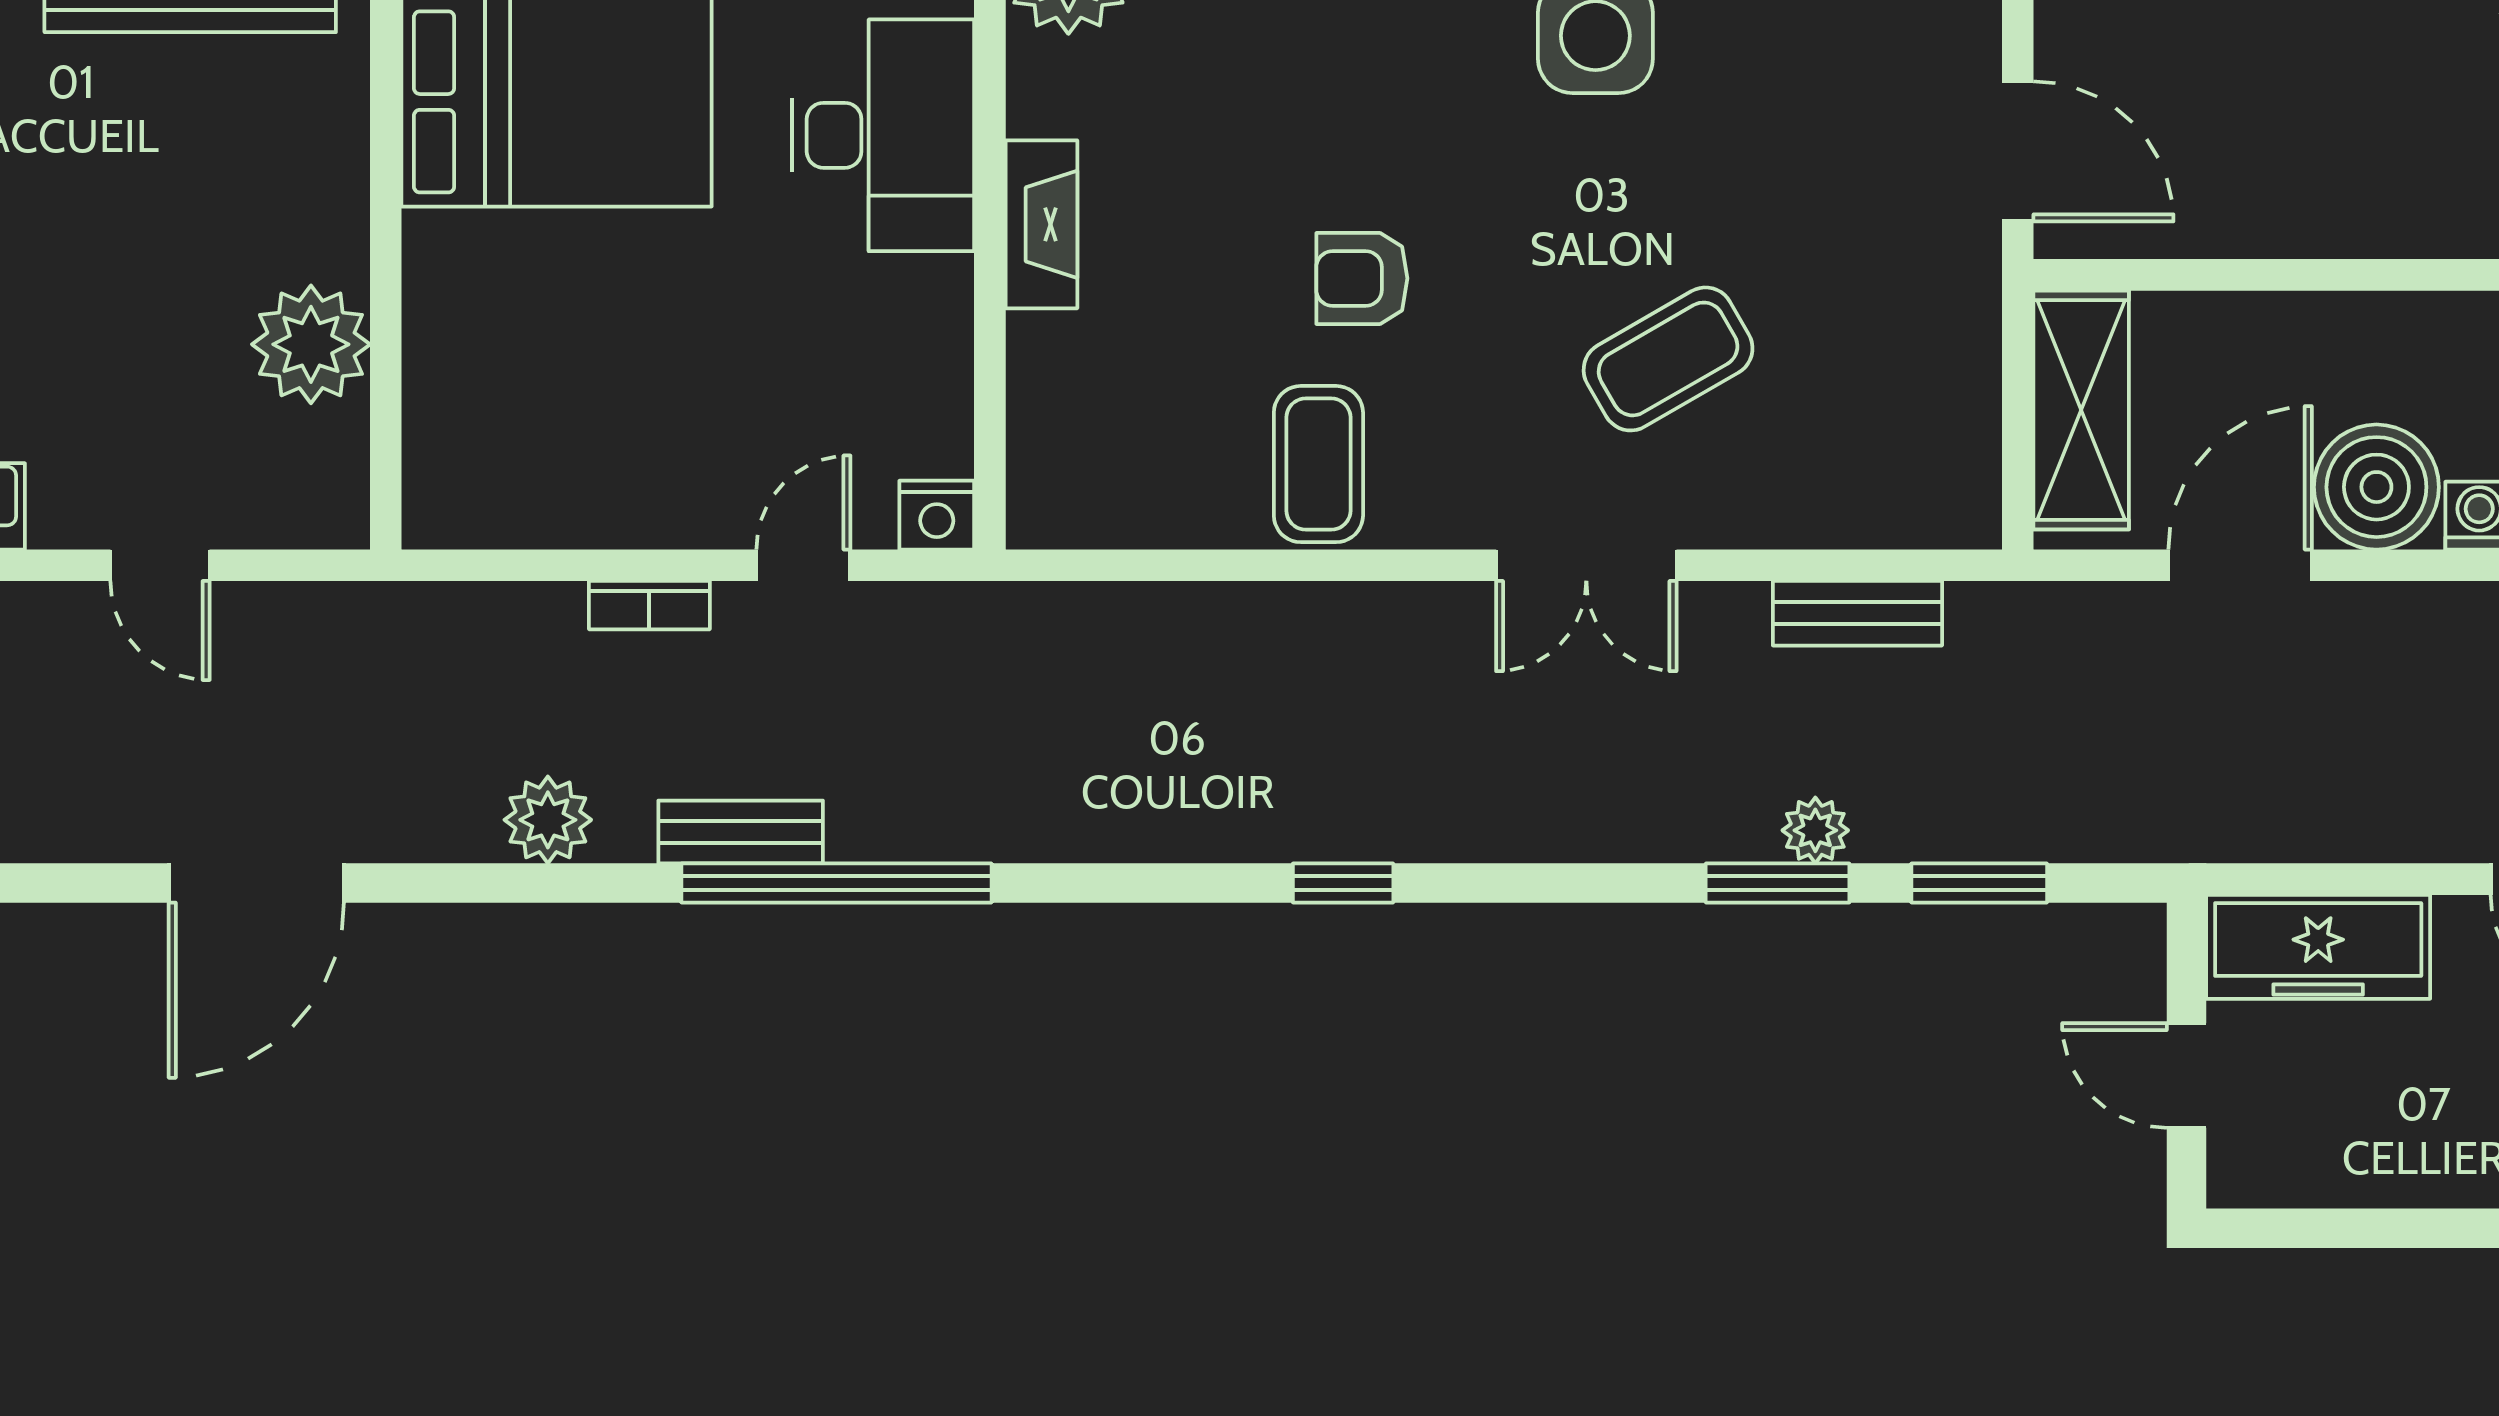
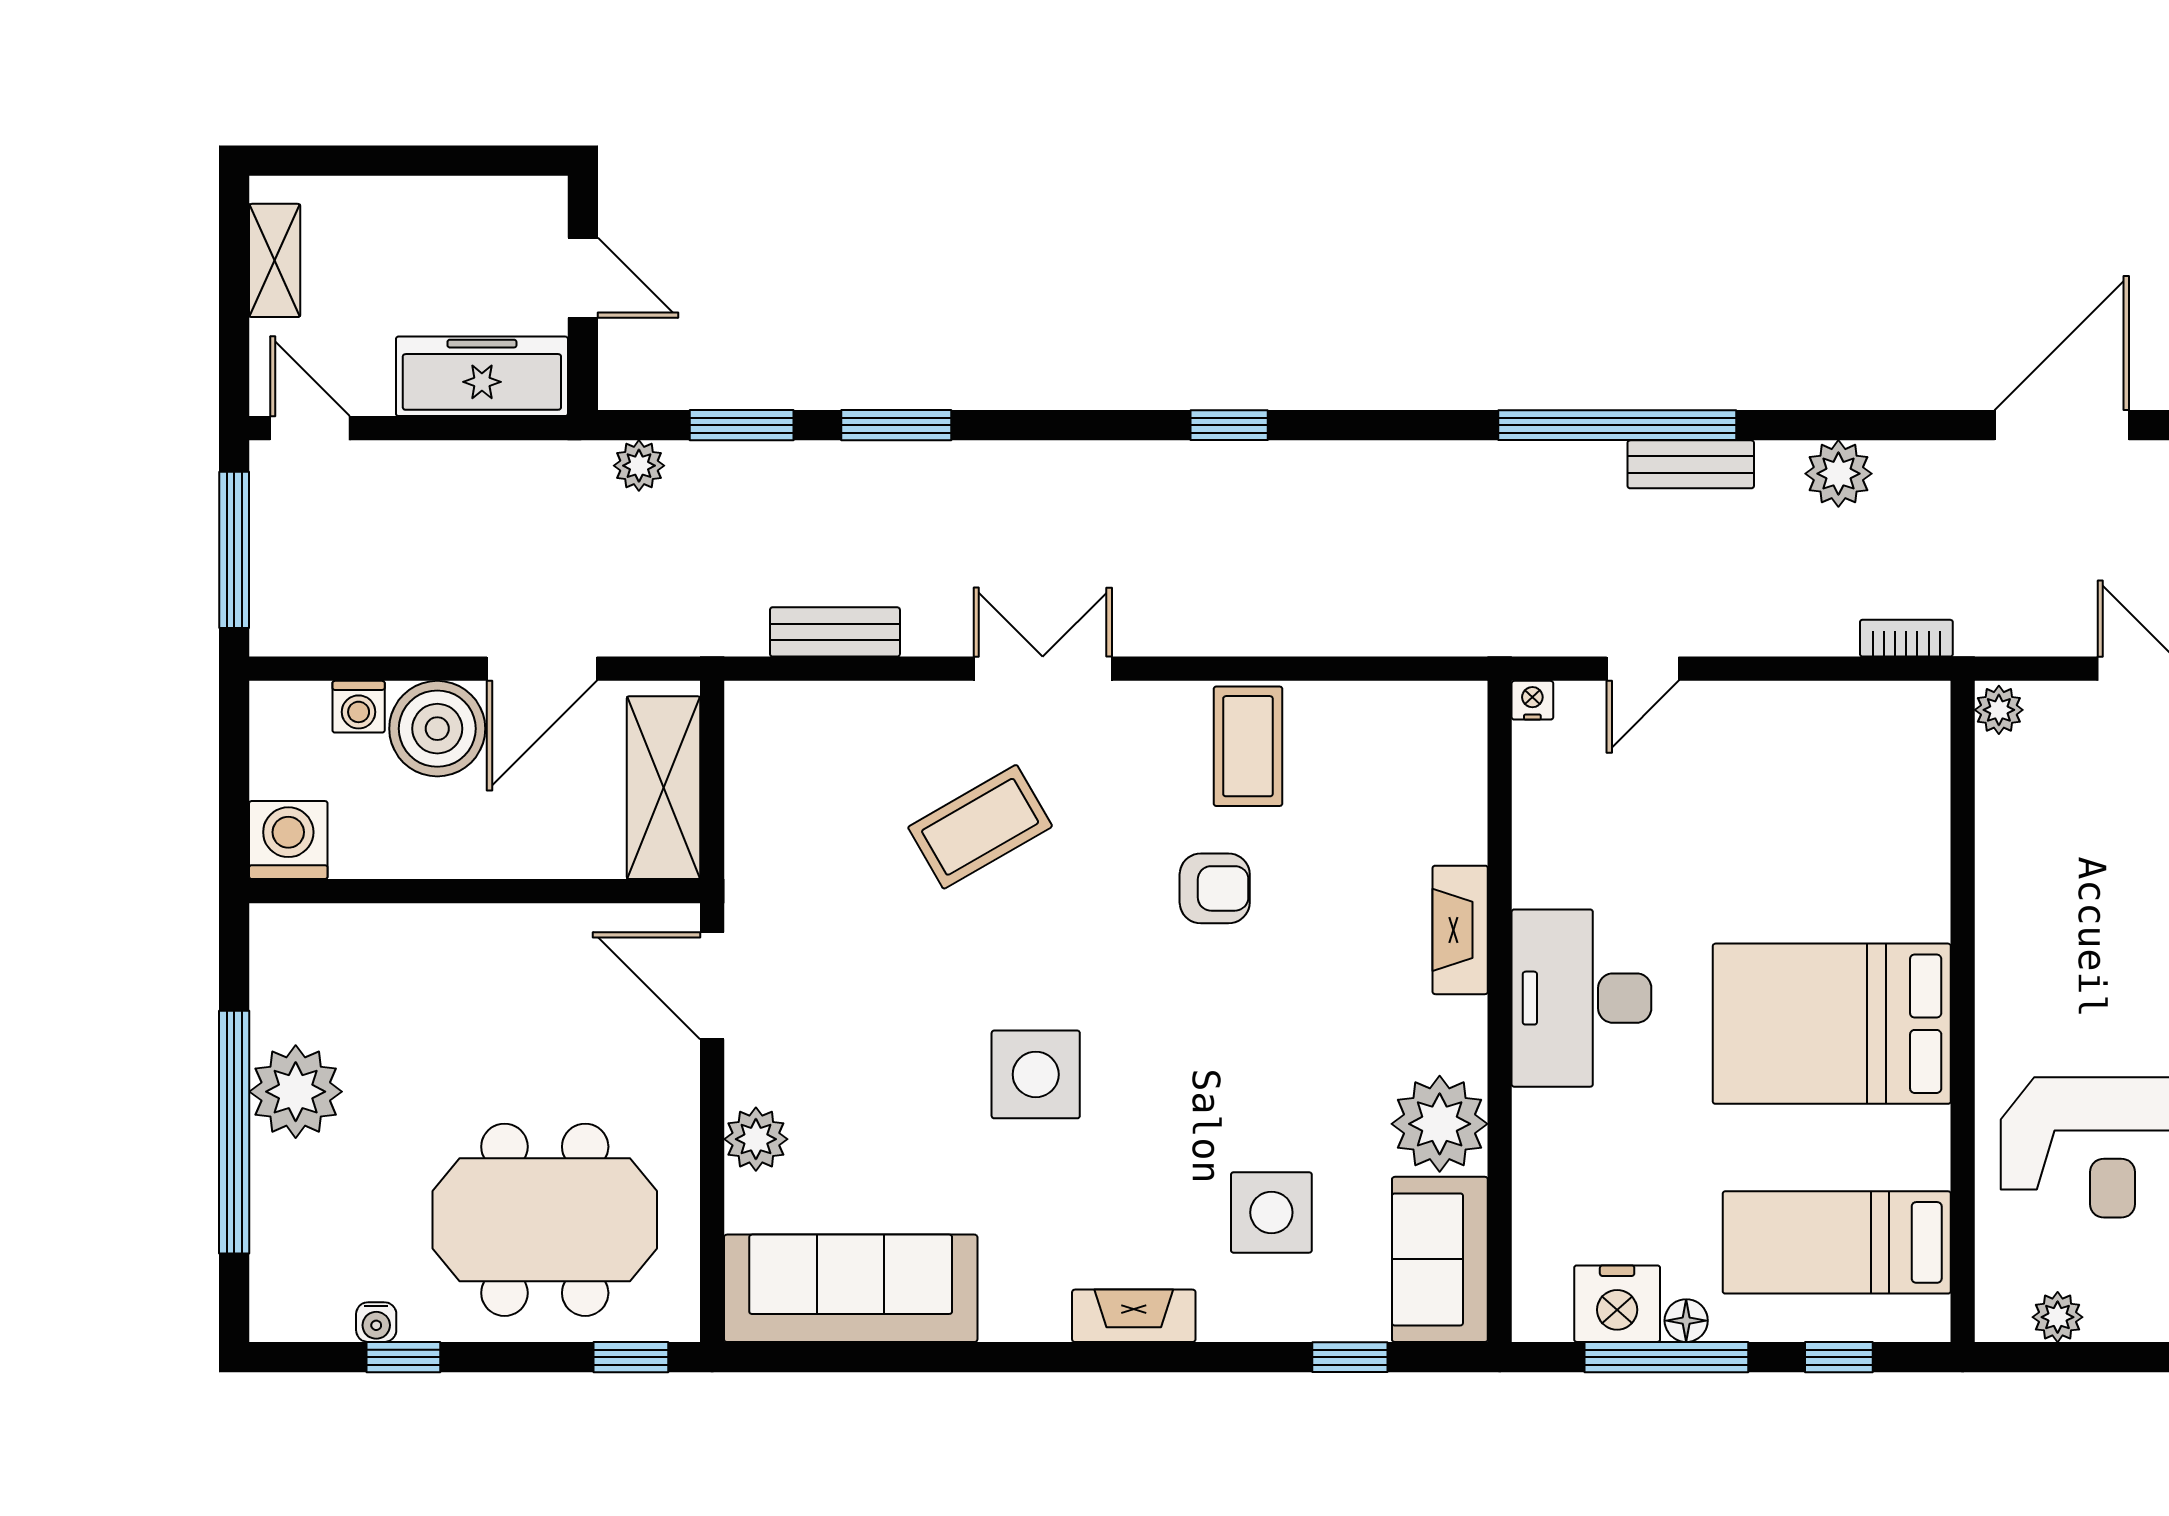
plant: (311, 344) -> (1999, 710), moved, width x0.53, depth x0.53
nightstand: (937, 515) -> (1532, 700), width x0.72, depth x0.74
bookcase: (649, 605) -> (1906, 638), moved
plant: (1815, 830) -> (639, 466), moved

